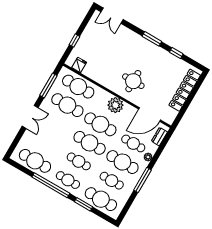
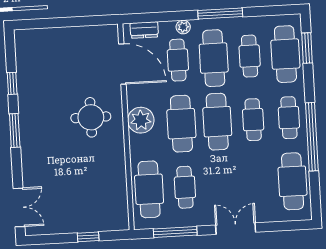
fridge: (79, 65) -> (118, 208), removed
locker: (185, 90) -> (56, 37), removed
cafe table: (67, 105) -> (185, 187), width x0.73, depth x0.74
window: (84, 204) -> (307, 48), moved

